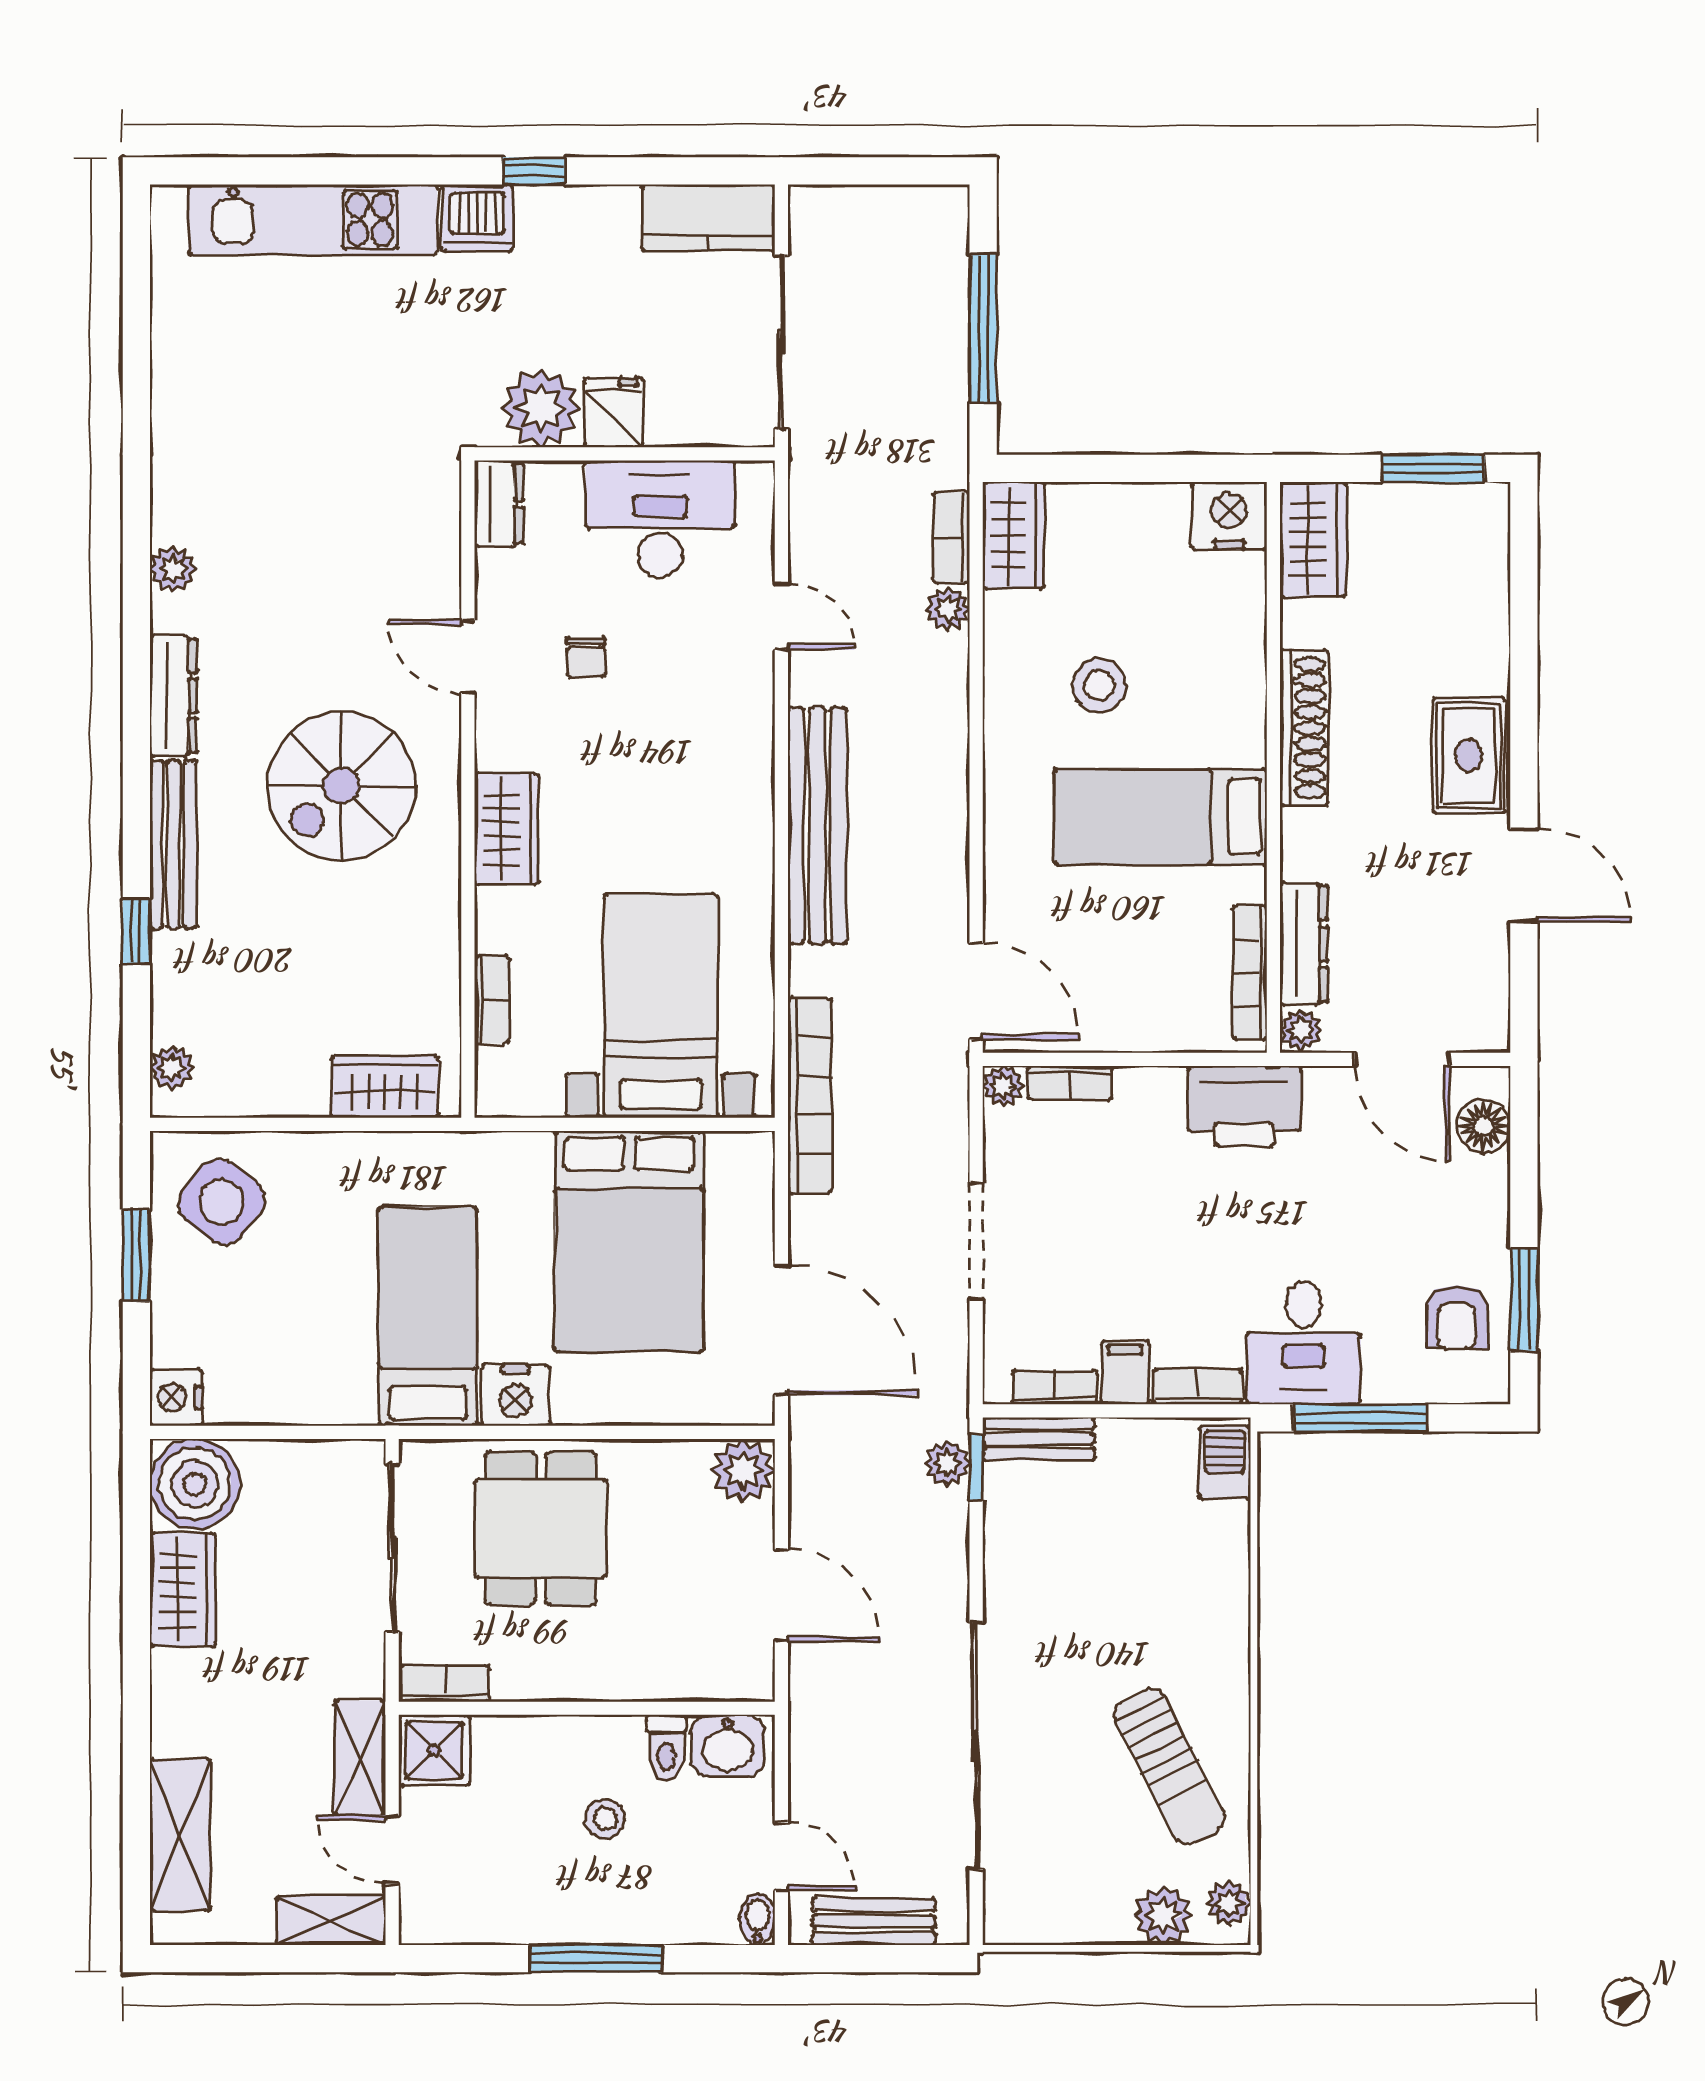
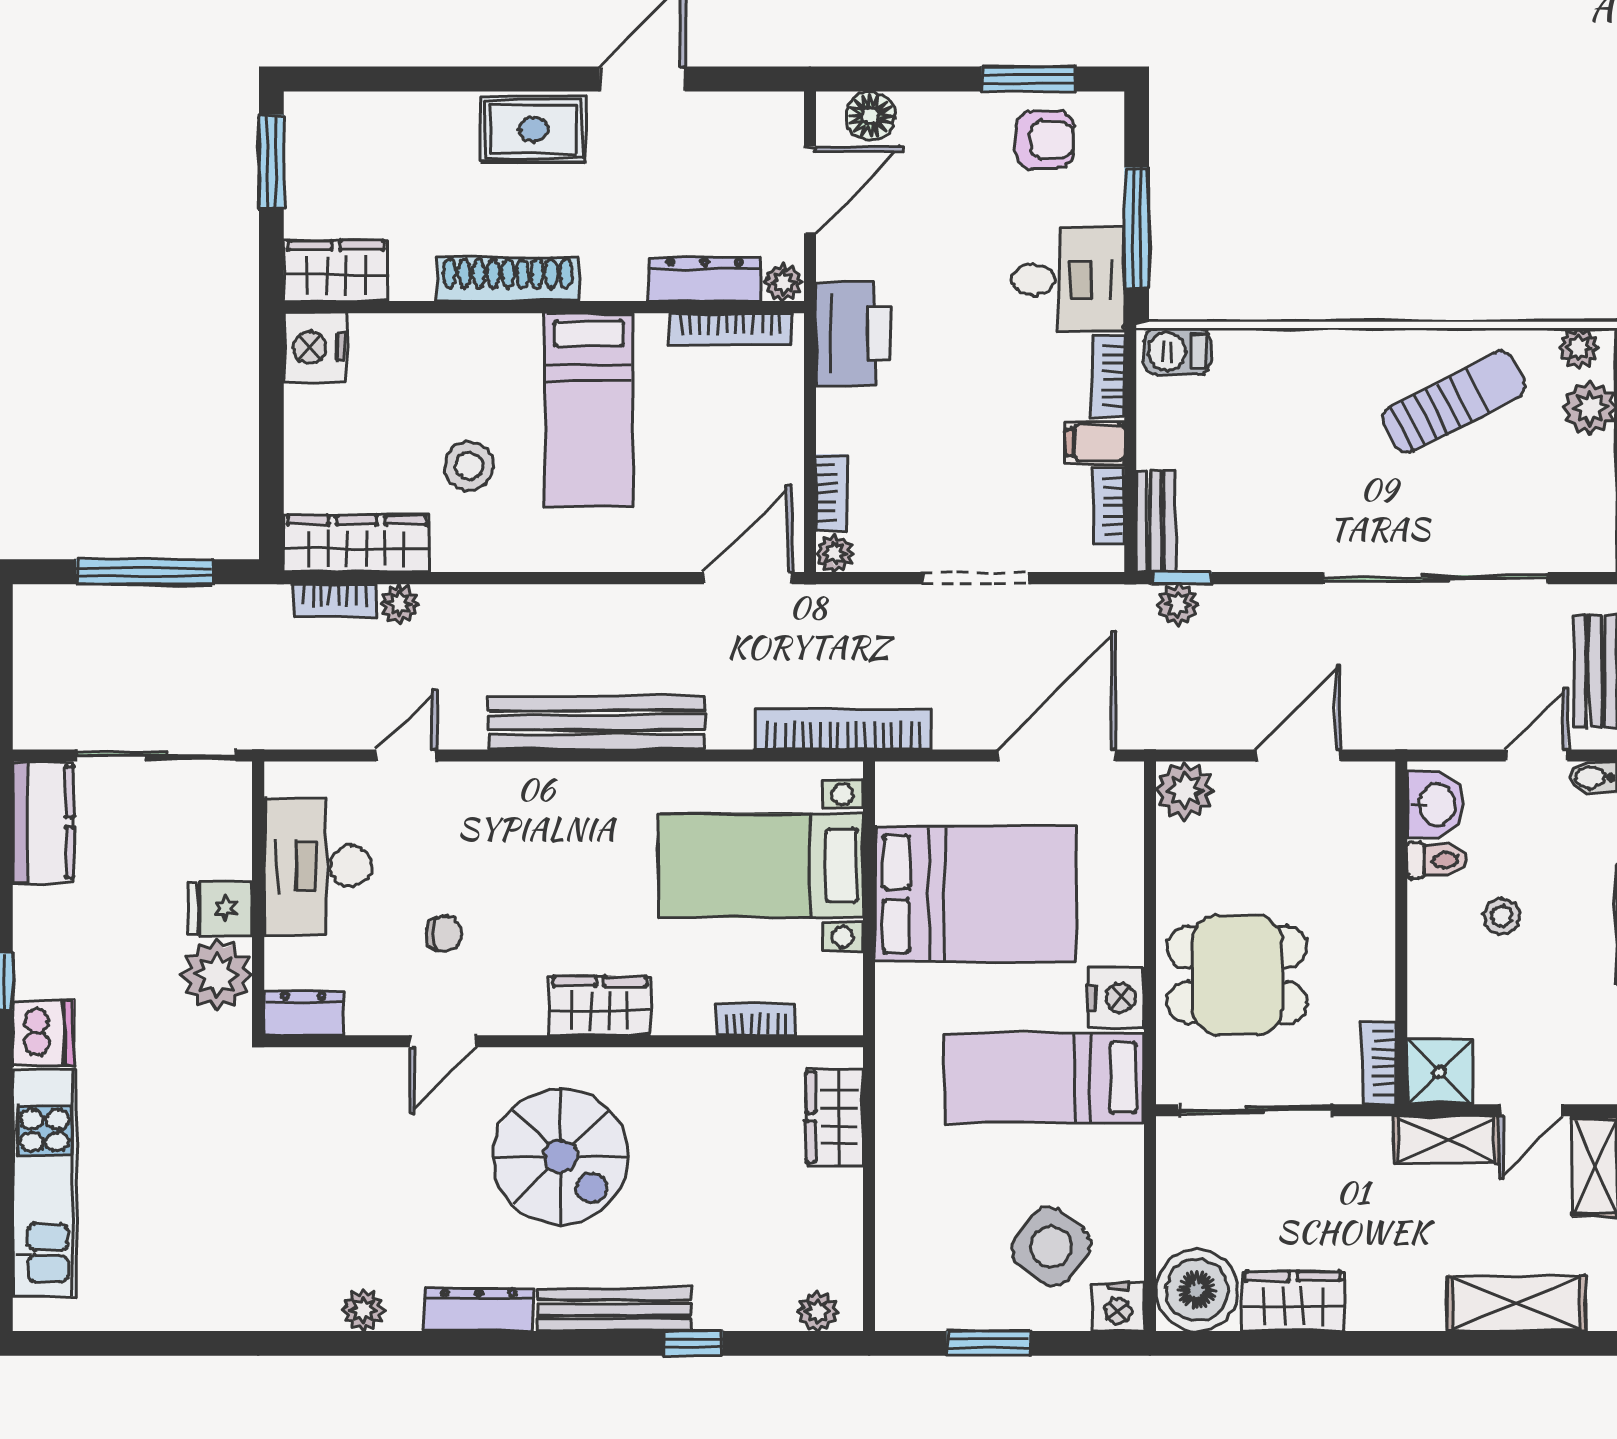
wardrobe: (1013, 535) -> (357, 544), width x1.50
side table: (222, 1202) -> (1051, 1247), moved

